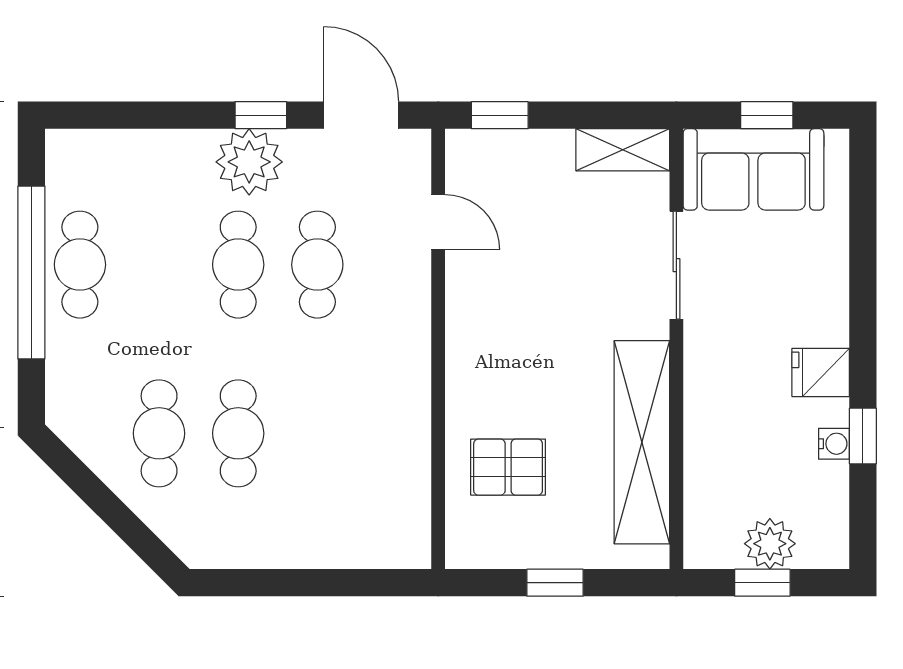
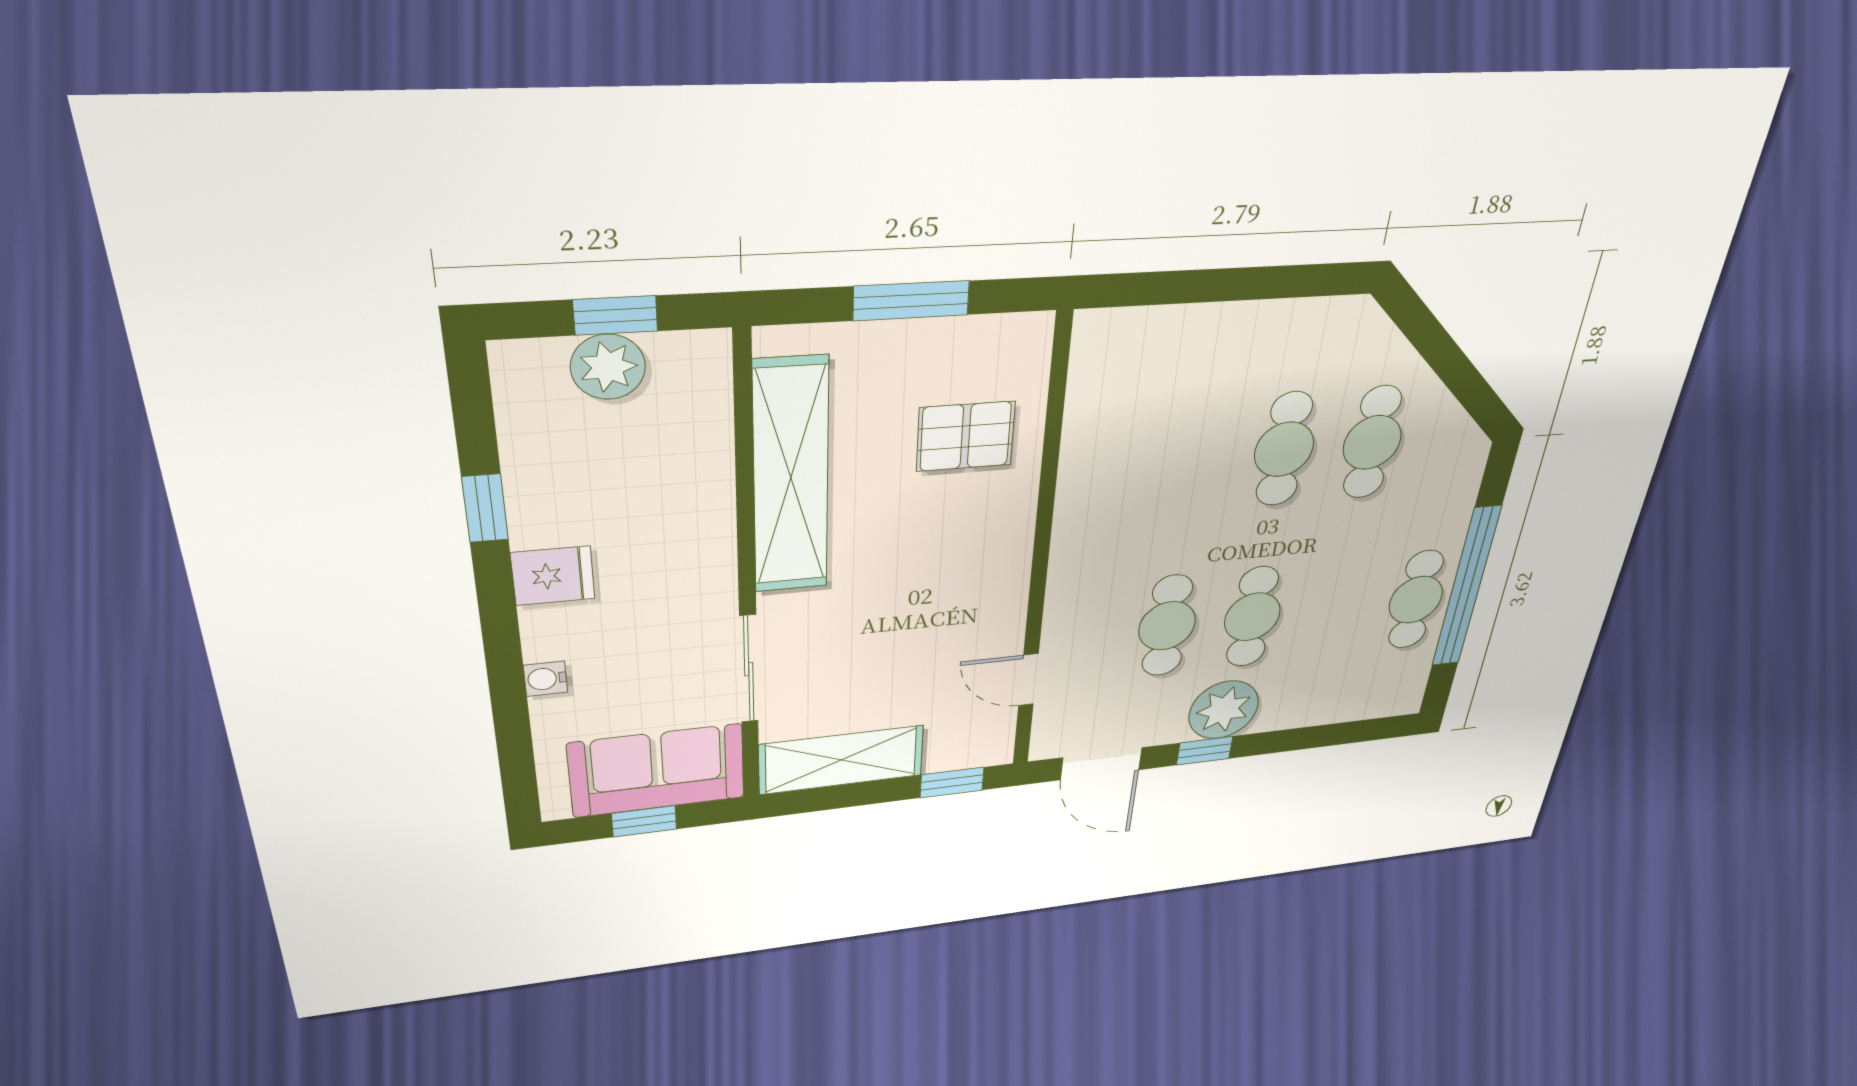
shelving: (623, 150) -> (841, 760), width x1.50, depth x1.33
water cooler: (834, 444) -> (546, 679), moved
window: (555, 583) -> (911, 301), width x1.50

